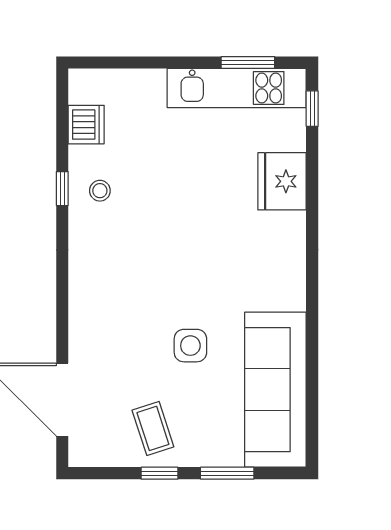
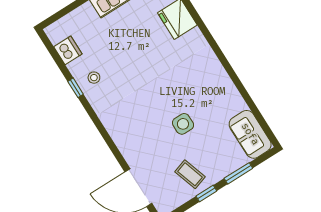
sofa: (275, 390) -> (250, 134), width x0.54, depth x0.79

